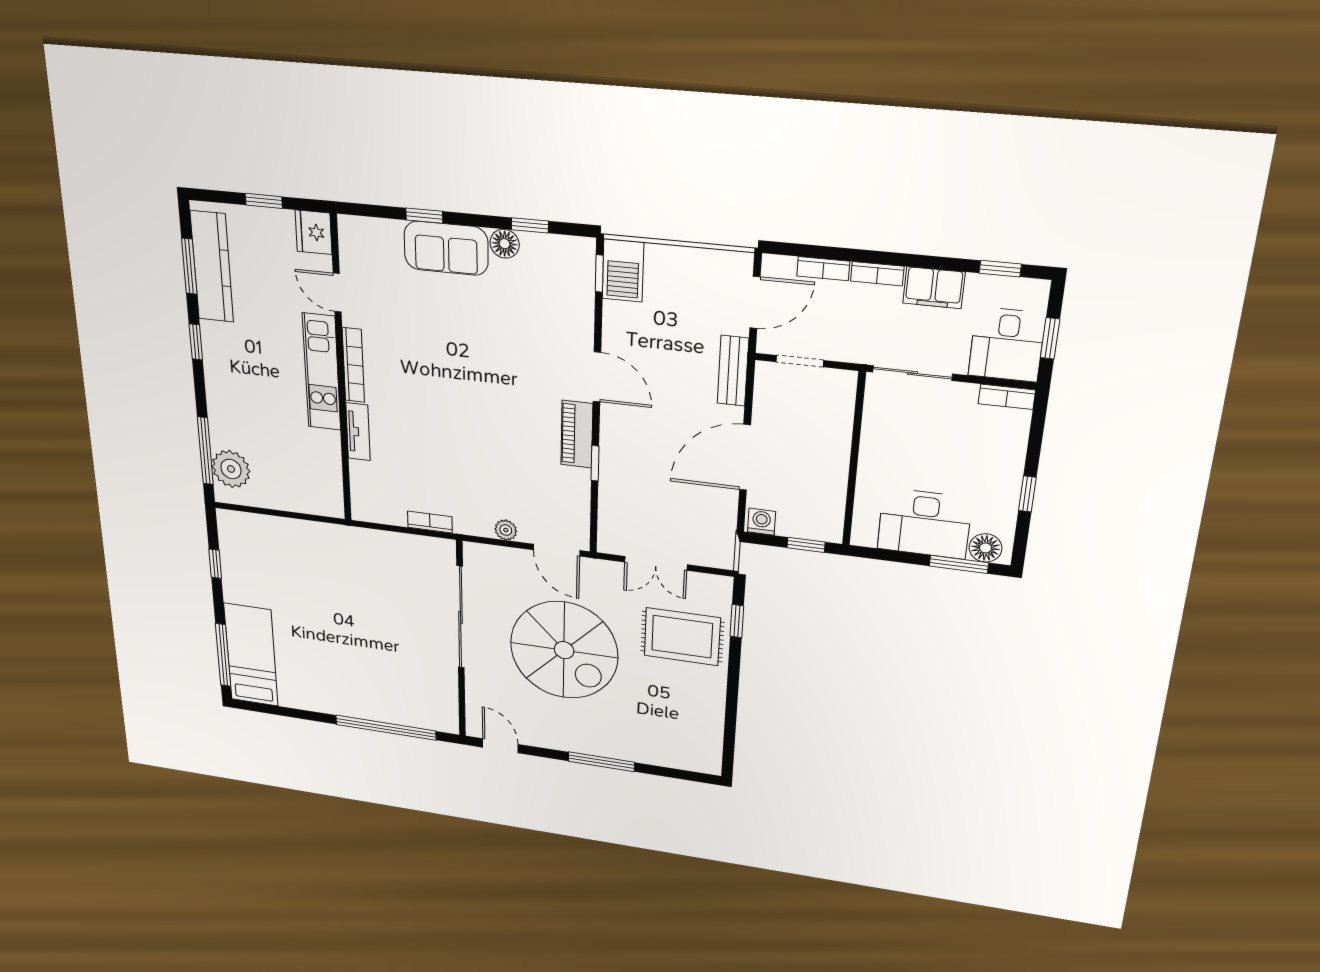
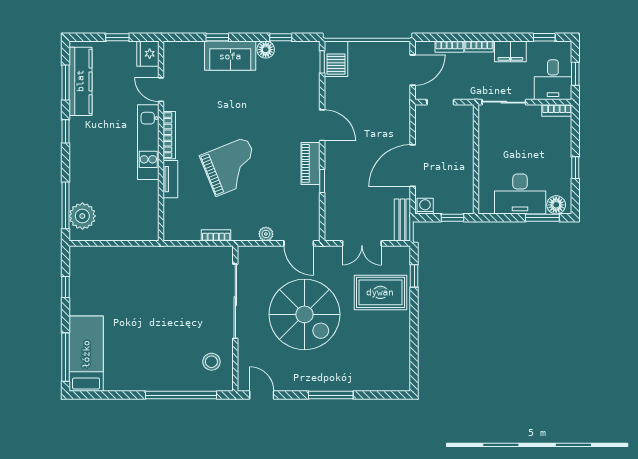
bench: (733, 371) -> (402, 220), moved
grand piano: (451, 424) -> (231, 167), added
stool: (428, 692) -> (211, 362), added

